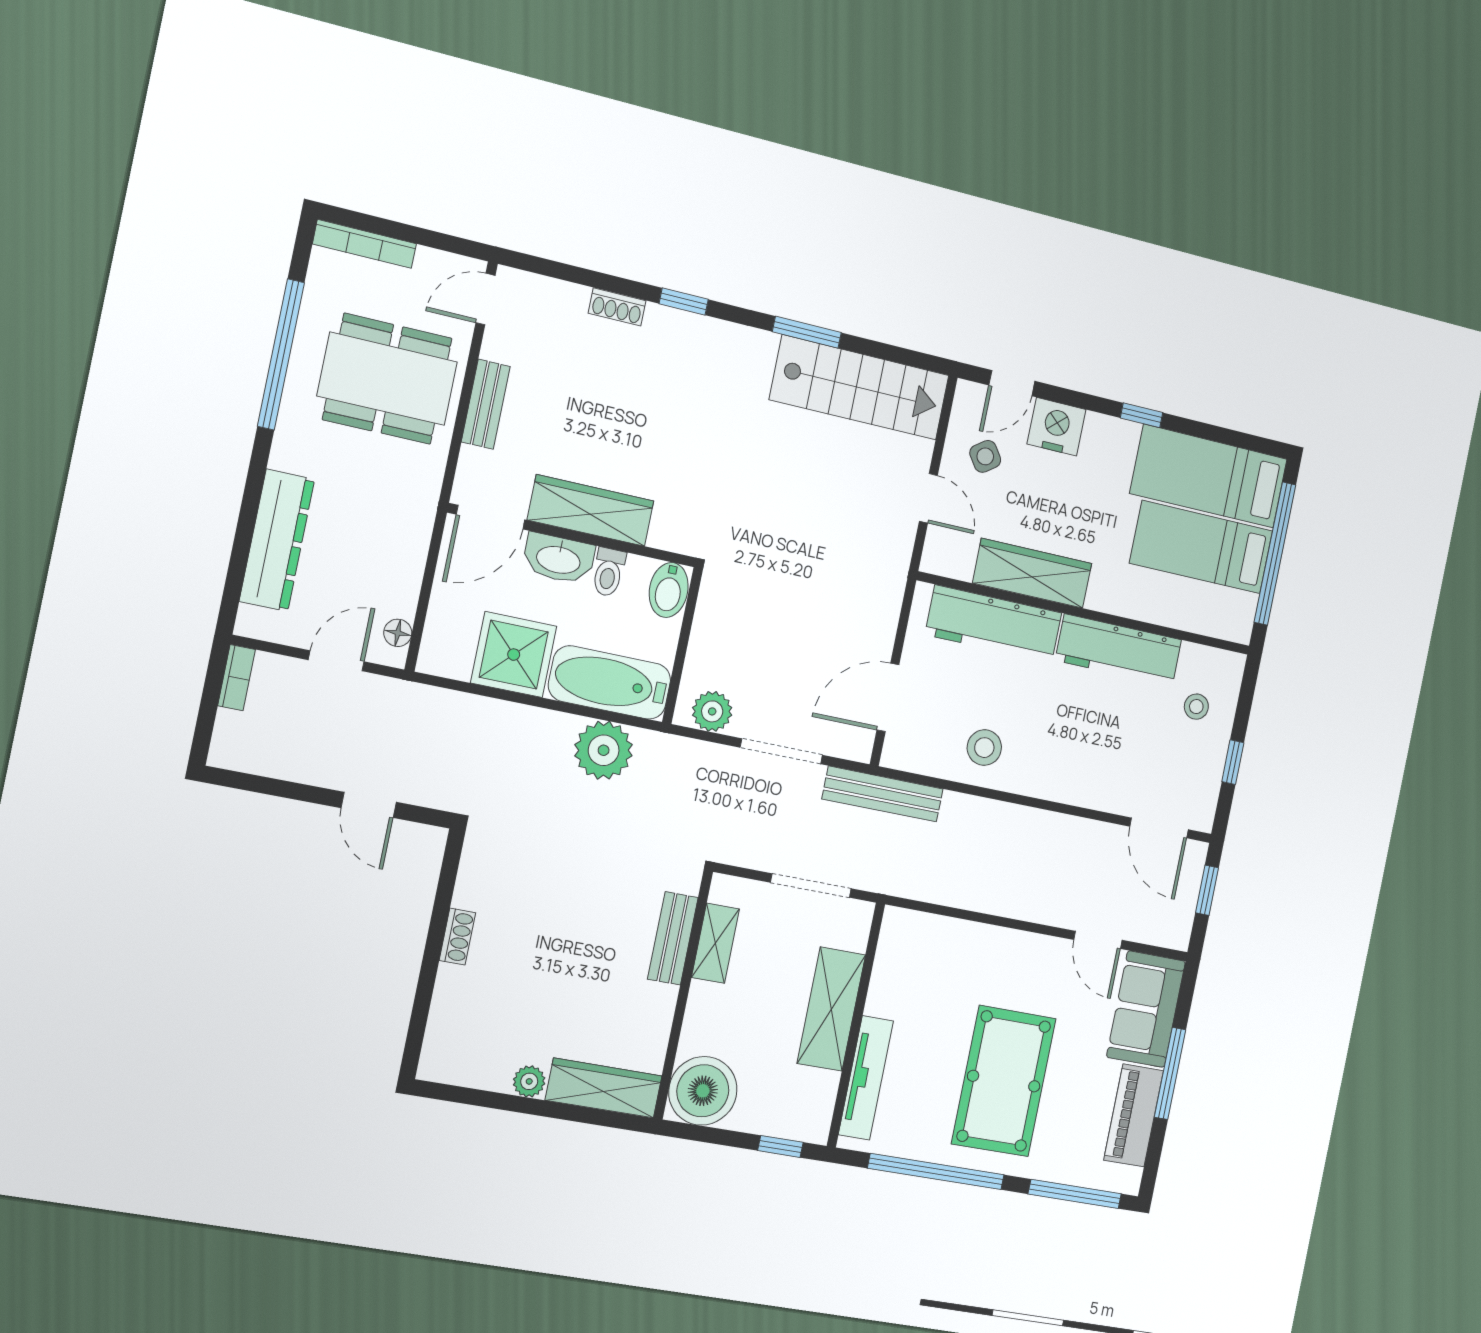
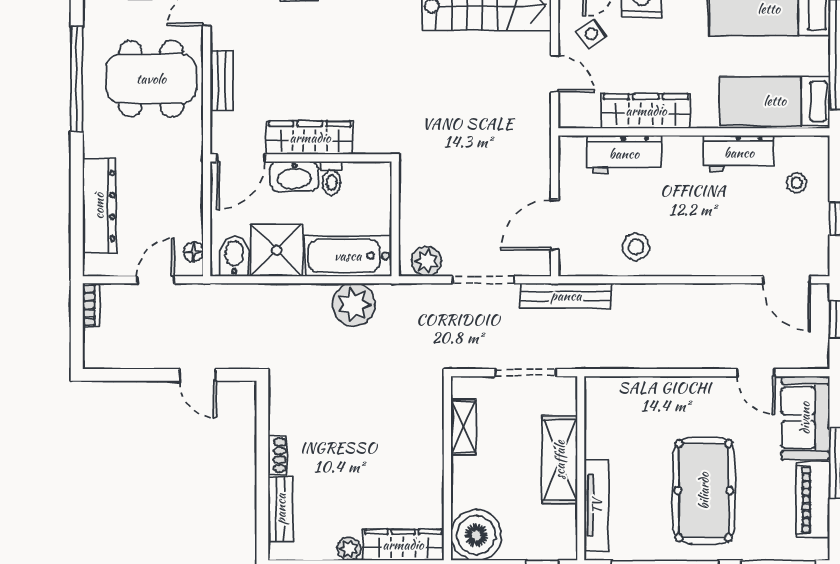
bed: (1201, 547) -> (775, 101), moved
bidet: (669, 590) -> (234, 256), moved, turned 180
workbench: (994, 624) -> (624, 154), width x0.73
workbench: (1119, 650) -> (739, 153), width x0.73
bench: (673, 938) -> (281, 509), moved

